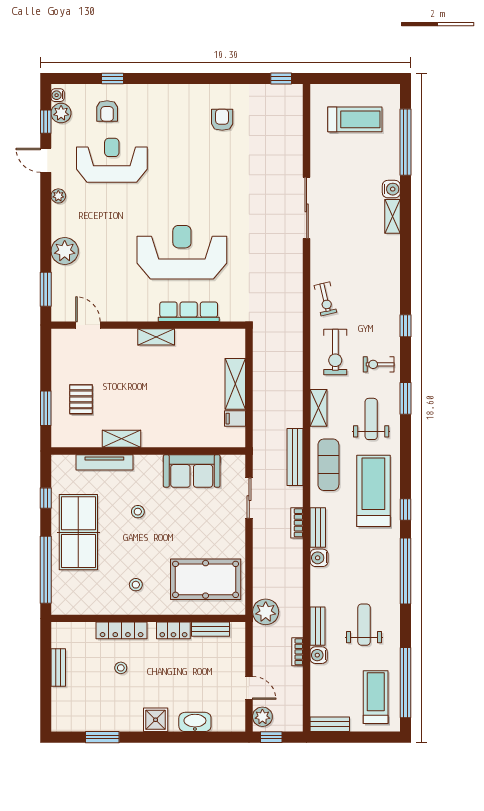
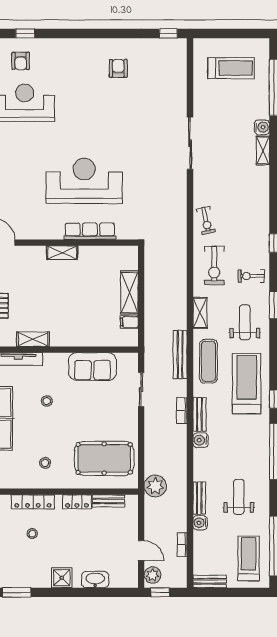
bookcase: (297, 652) -> (182, 545), moved

